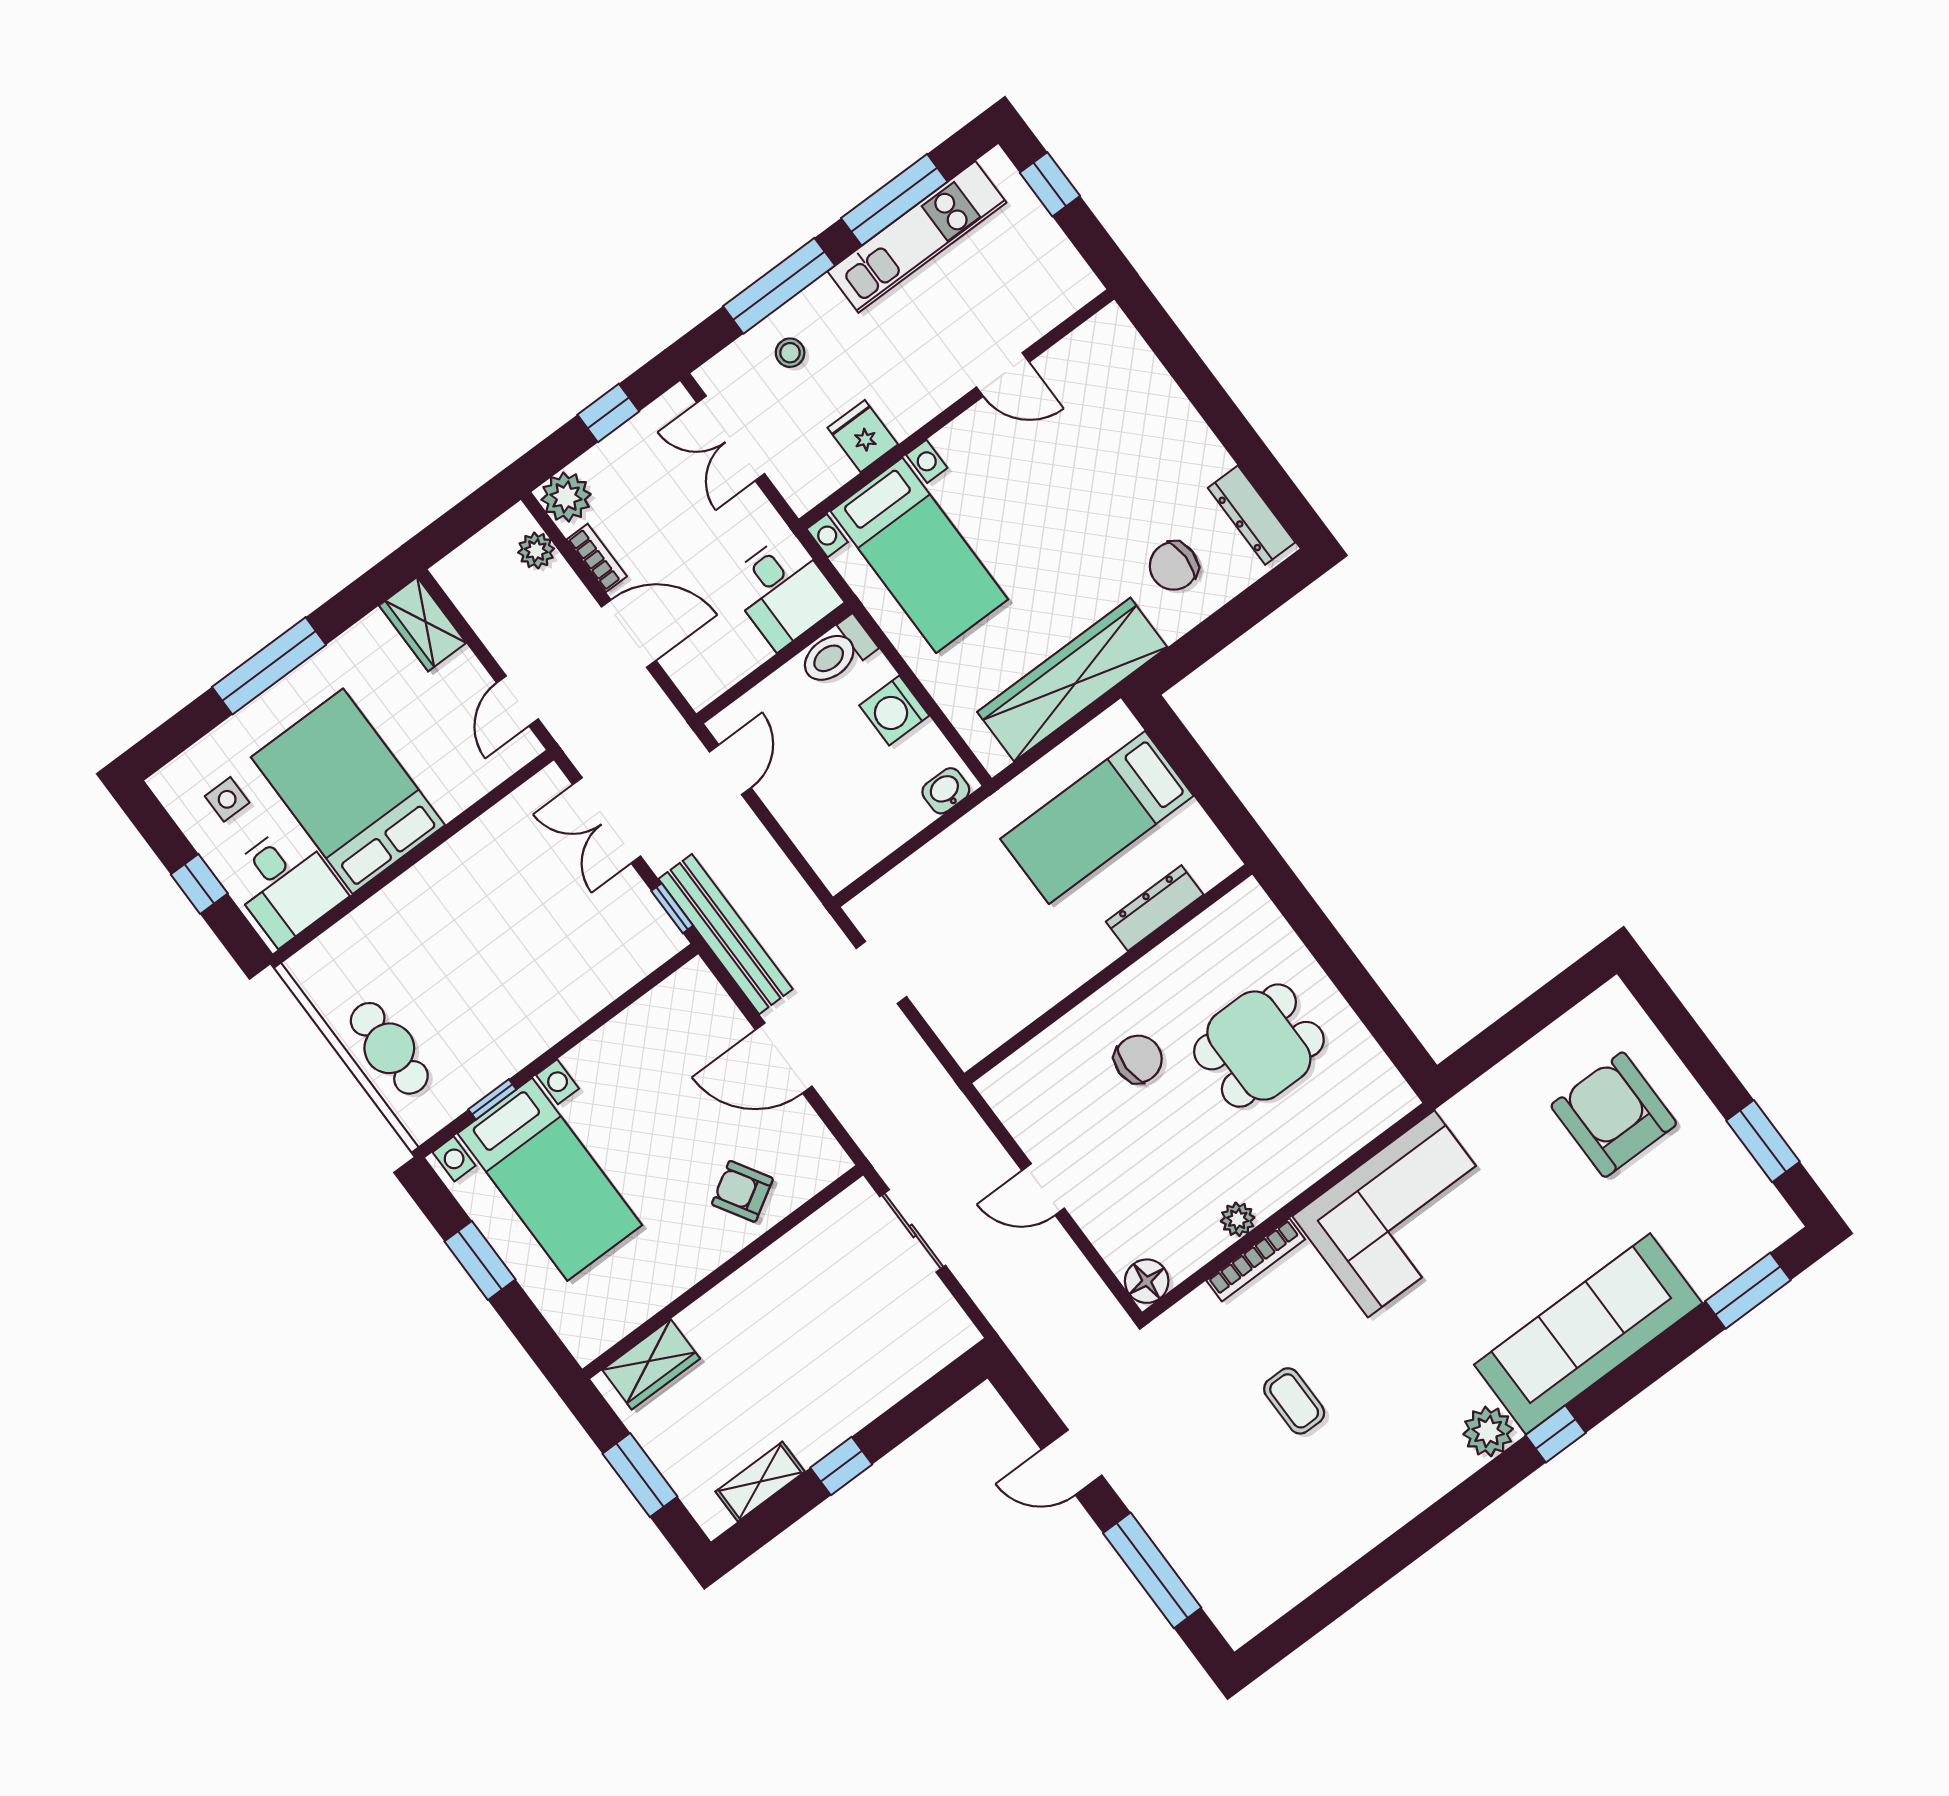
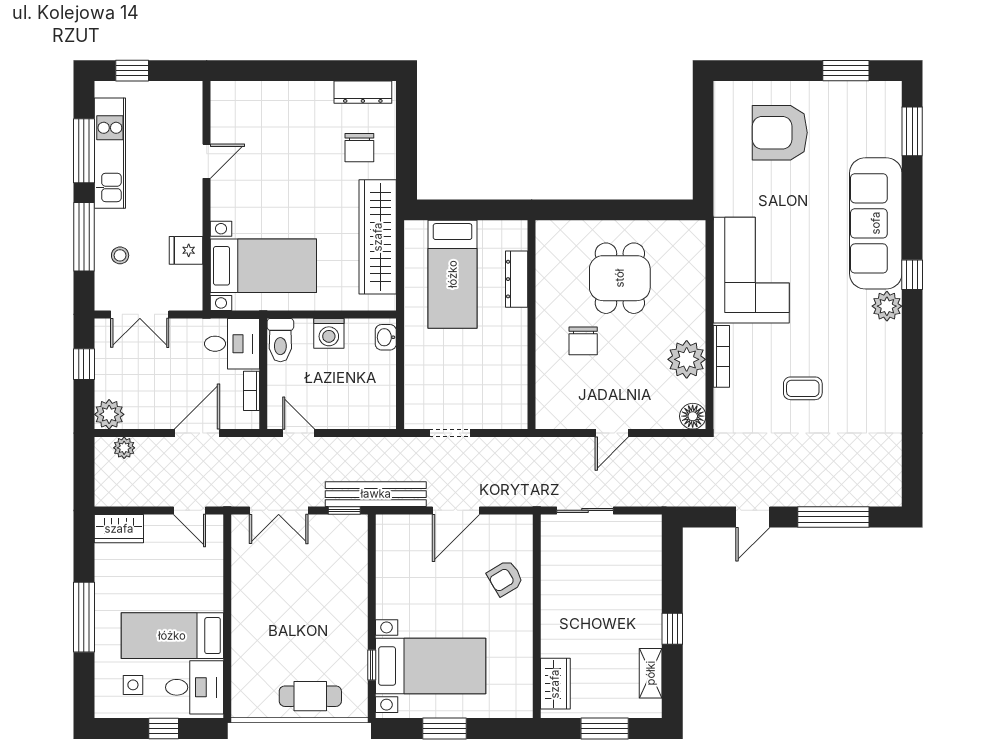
bookcase: (597, 558) -> (252, 391), moved, turned -90
bed: (348, 791) -> (172, 636), width x0.67
chair: (1138, 1059) -> (583, 341), turned 180
plant: (1238, 1219) -> (687, 359), width x1.88, depth x1.88

